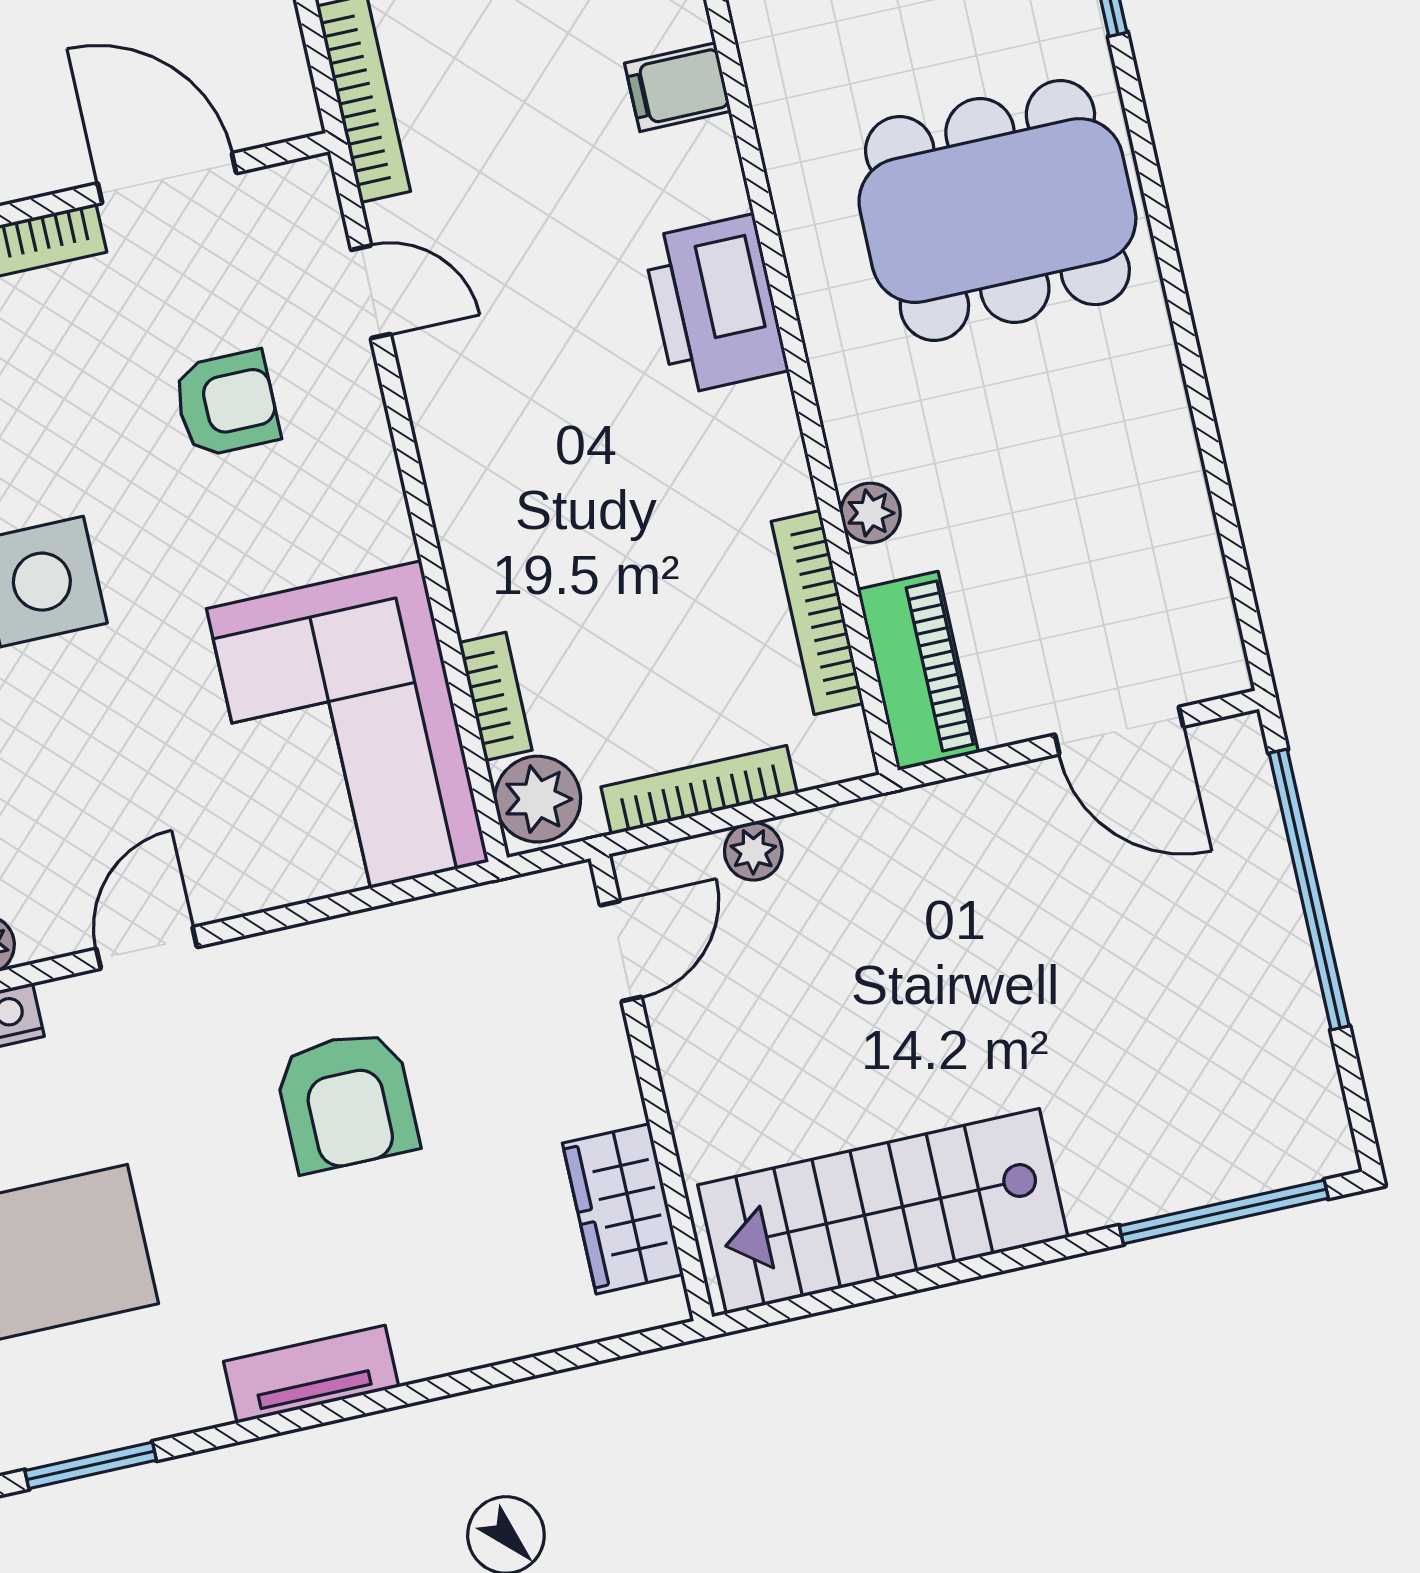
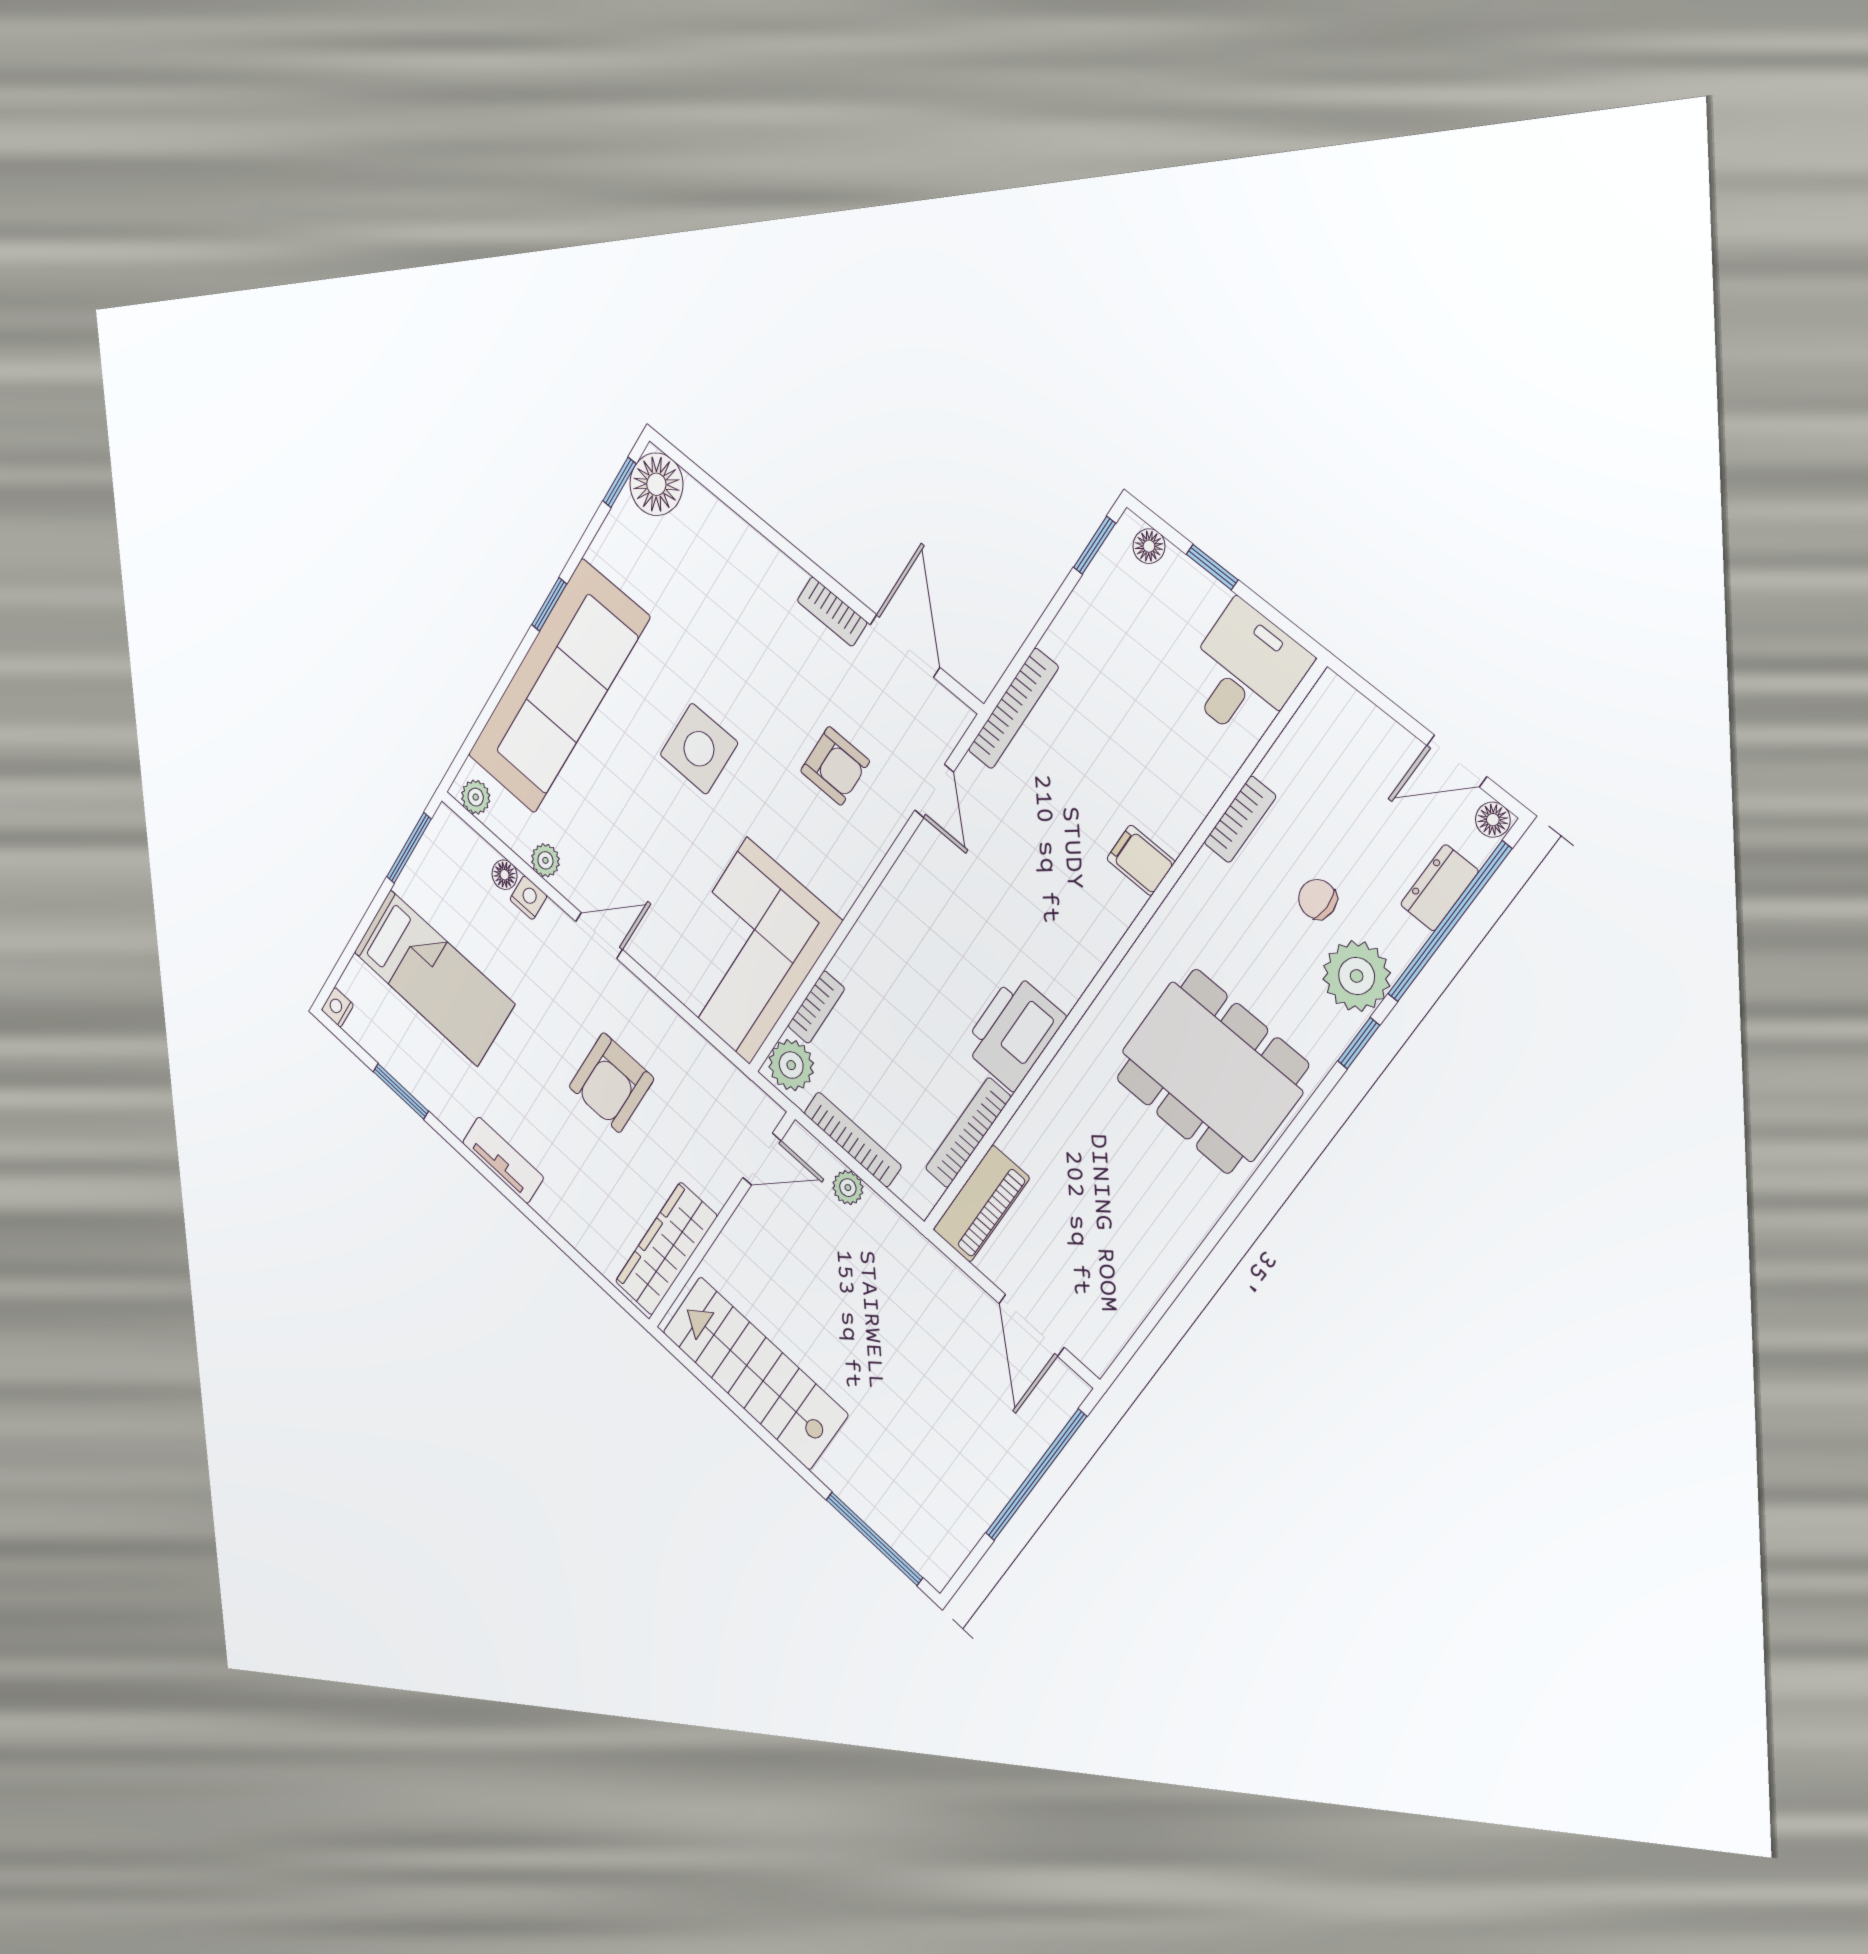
printer: (715, 305) -> (1014, 1032), moved
plant: (870, 513) -> (1030, 1122), removed
wardrobe: (623, 1209) -> (666, 1249), width x1.50

